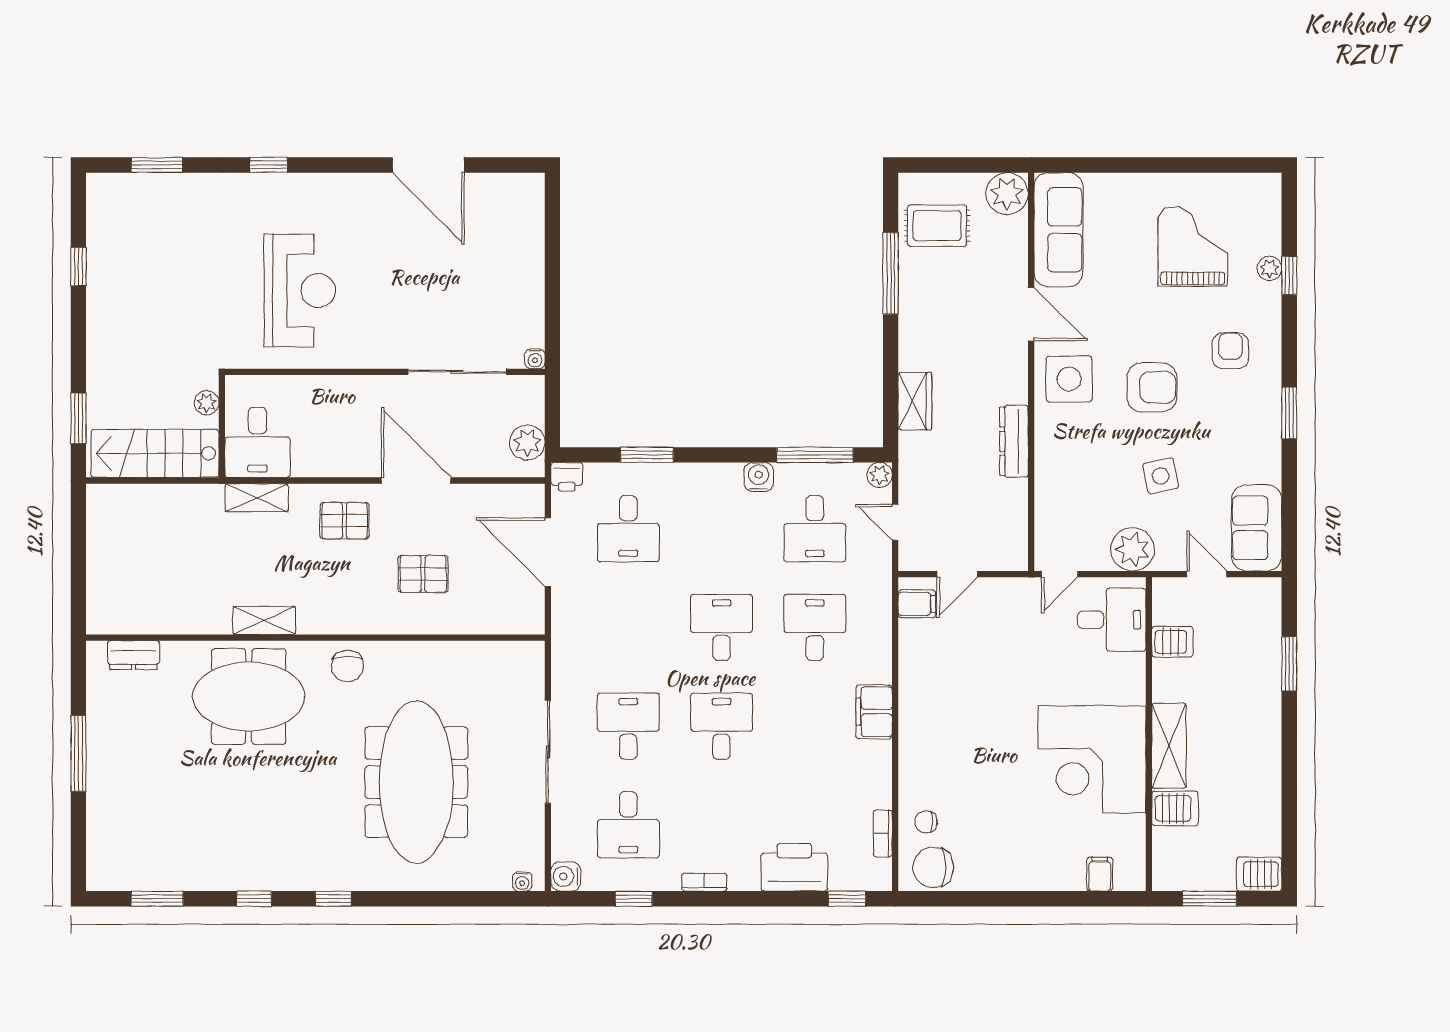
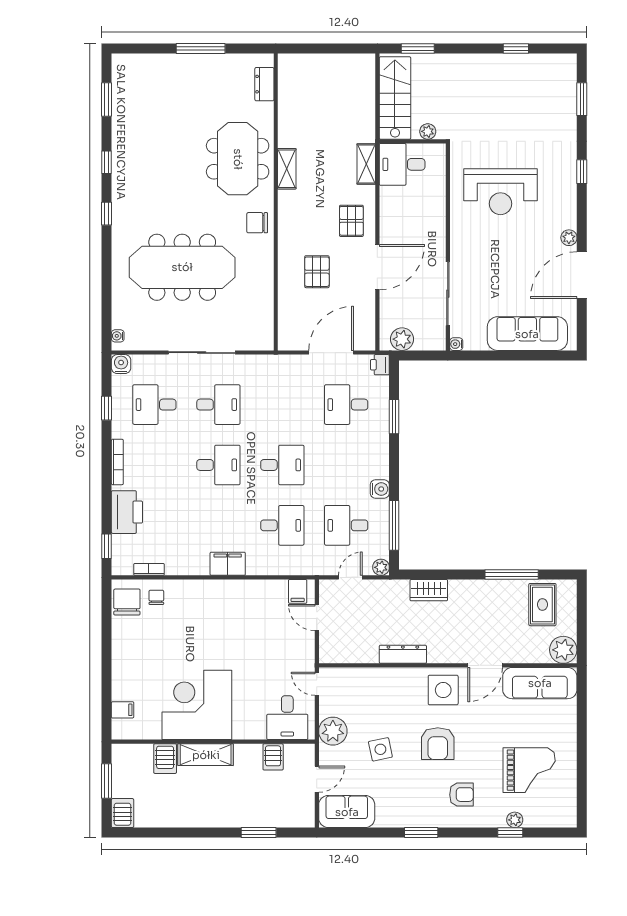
plant: (371, 185) -> (569, 238), added
sofa: (519, 249) -> (527, 334), added
bookcase: (704, 882) -> (117, 462), width x1.56

